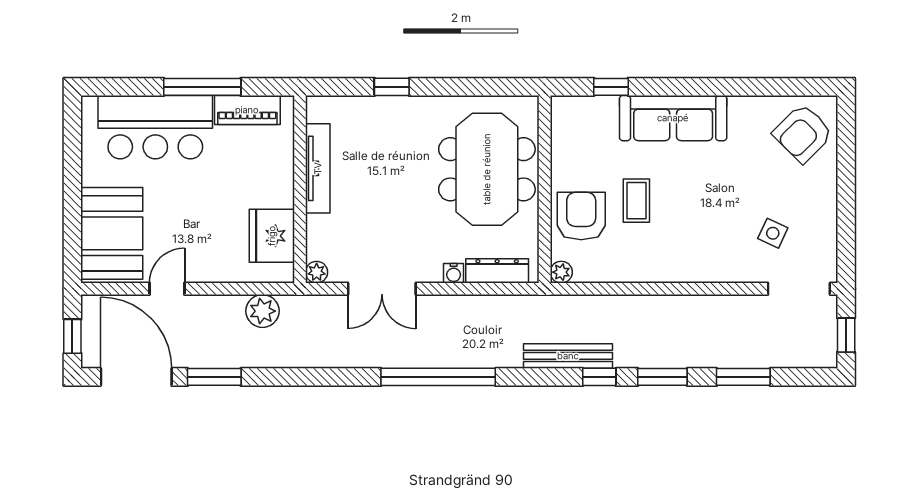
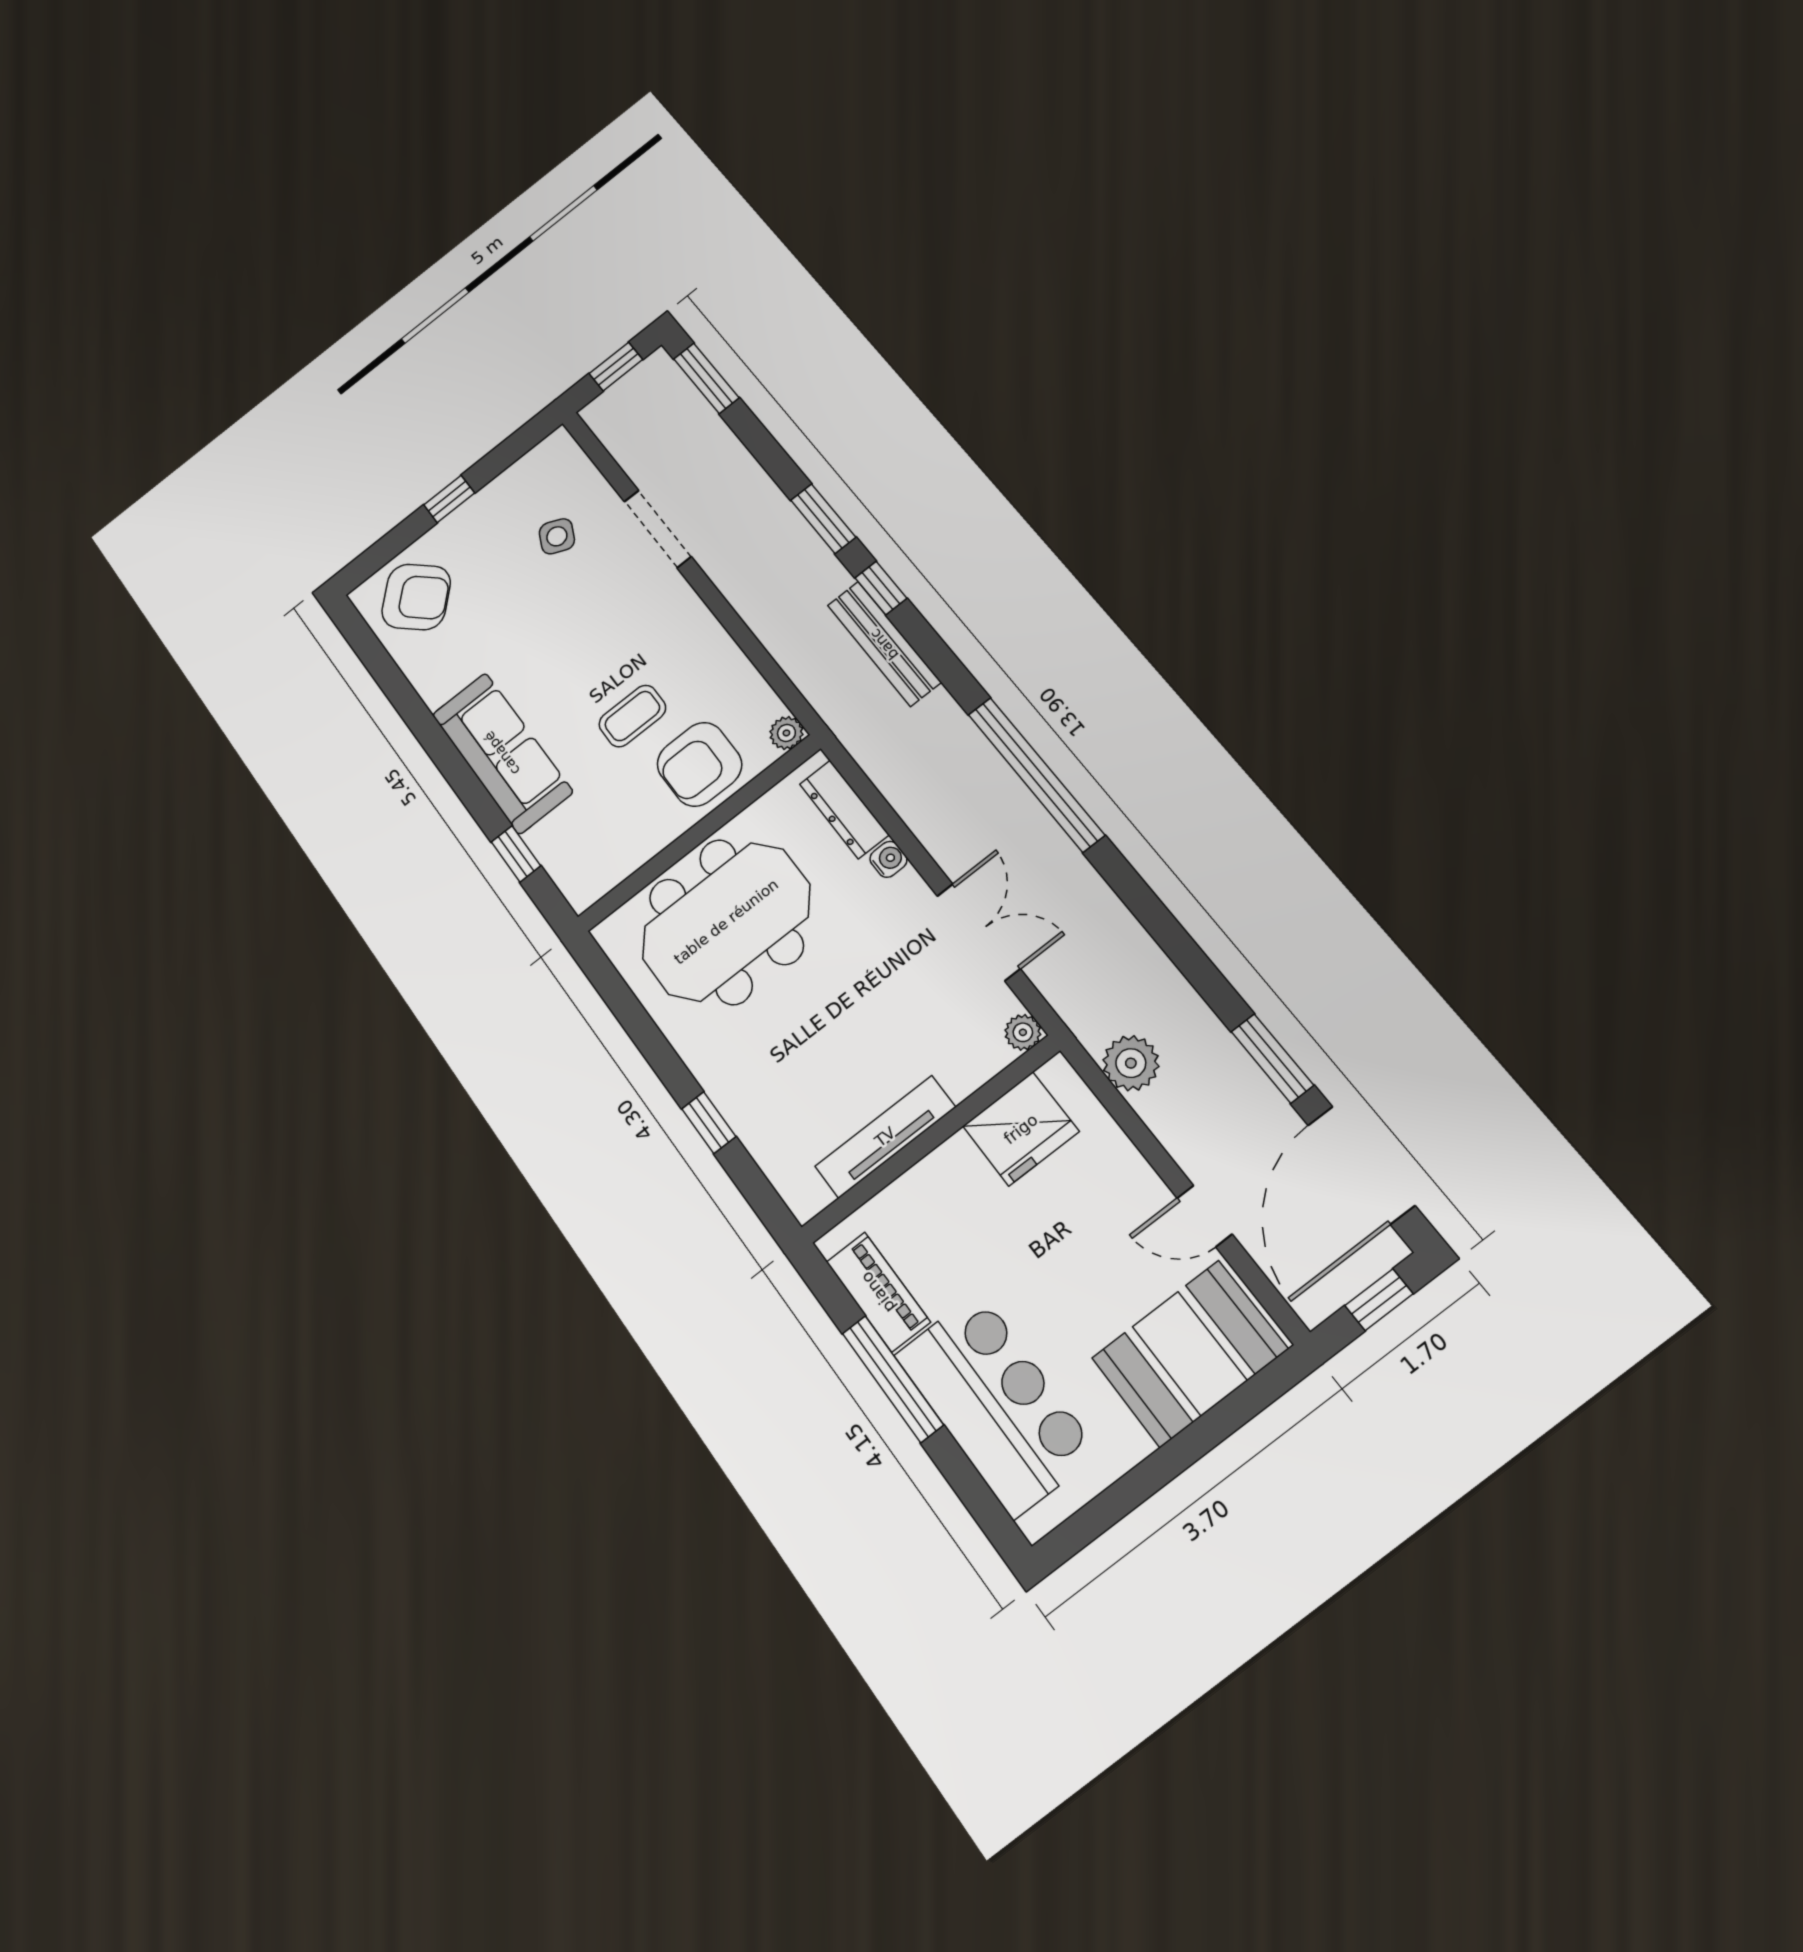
window: (846, 191) -> (449, 499), added
doorway: (799, 289) -> (658, 529), moved
window: (743, 377) -> (706, 378), moved

